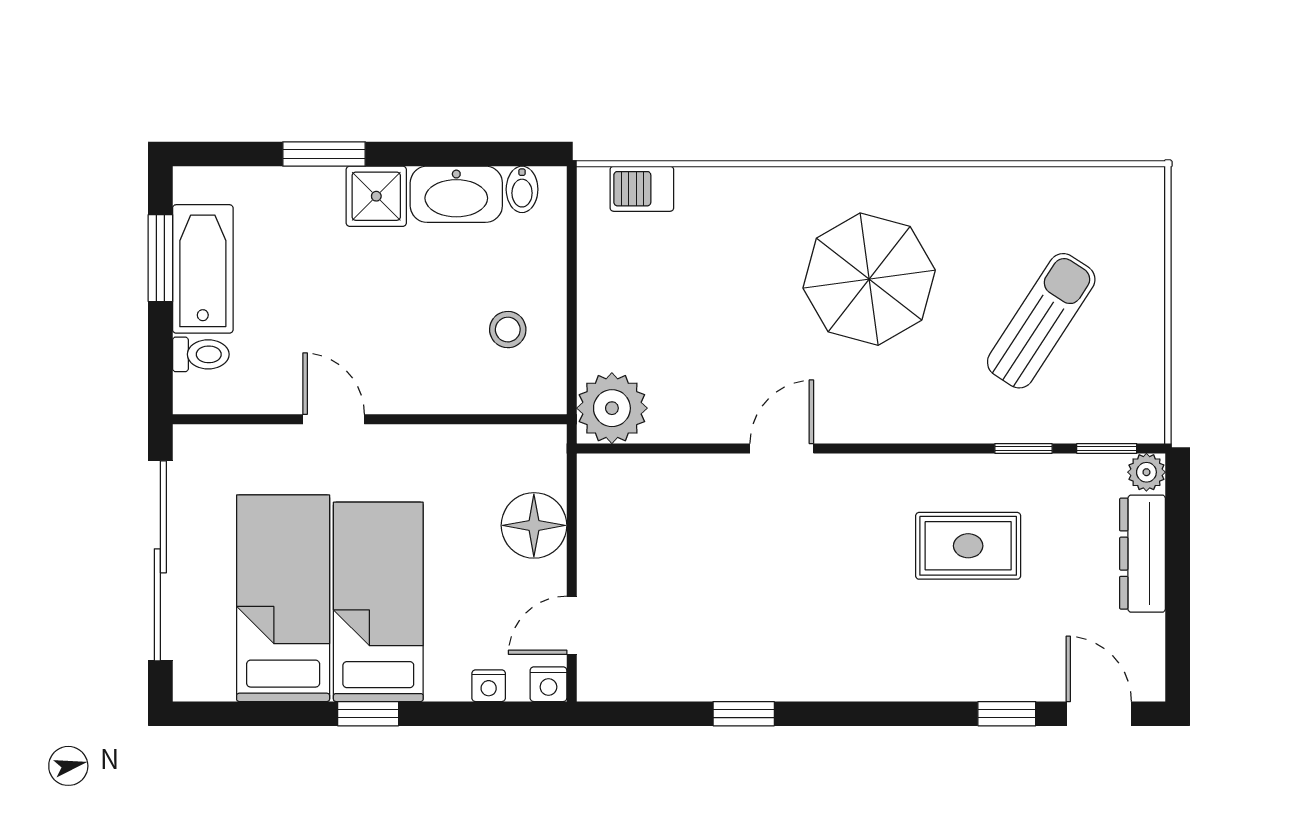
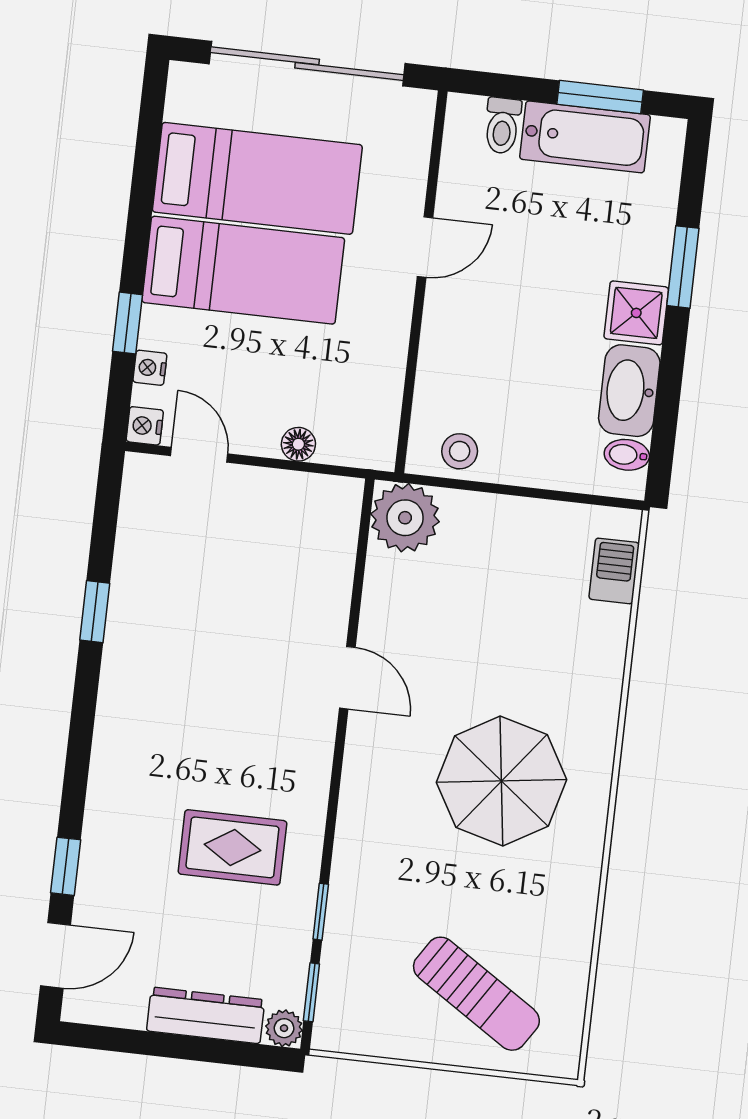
sun lounger: (1041, 321) -> (476, 994), moved
stool: (508, 330) -> (460, 451), moved
floor lamp: (534, 525) -> (298, 444), width x0.53, depth x0.53
rug: (968, 546) -> (232, 847), turned 90
window: (368, 714) -> (128, 323), moved

